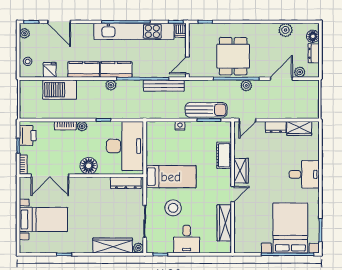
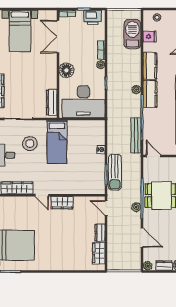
plant: (300, 72) -> (148, 266), moved
barbecue: (60, 90) -> (132, 34), moved
cot: (224, 155) -> (76, 188), removed
desk: (304, 174) -> (59, 257), removed

